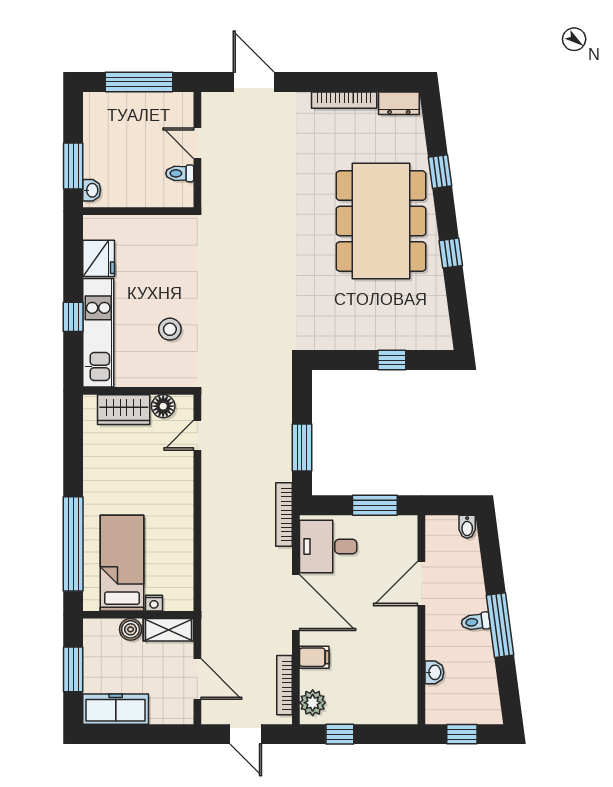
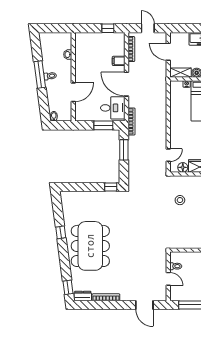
window: (440, 172) -> (68, 287), moved
window: (392, 360) -> (111, 187), moved
window: (375, 505) -> (103, 125), moved
plant: (313, 703) -> (119, 42), removed
window: (462, 734) -> (56, 28), removed

